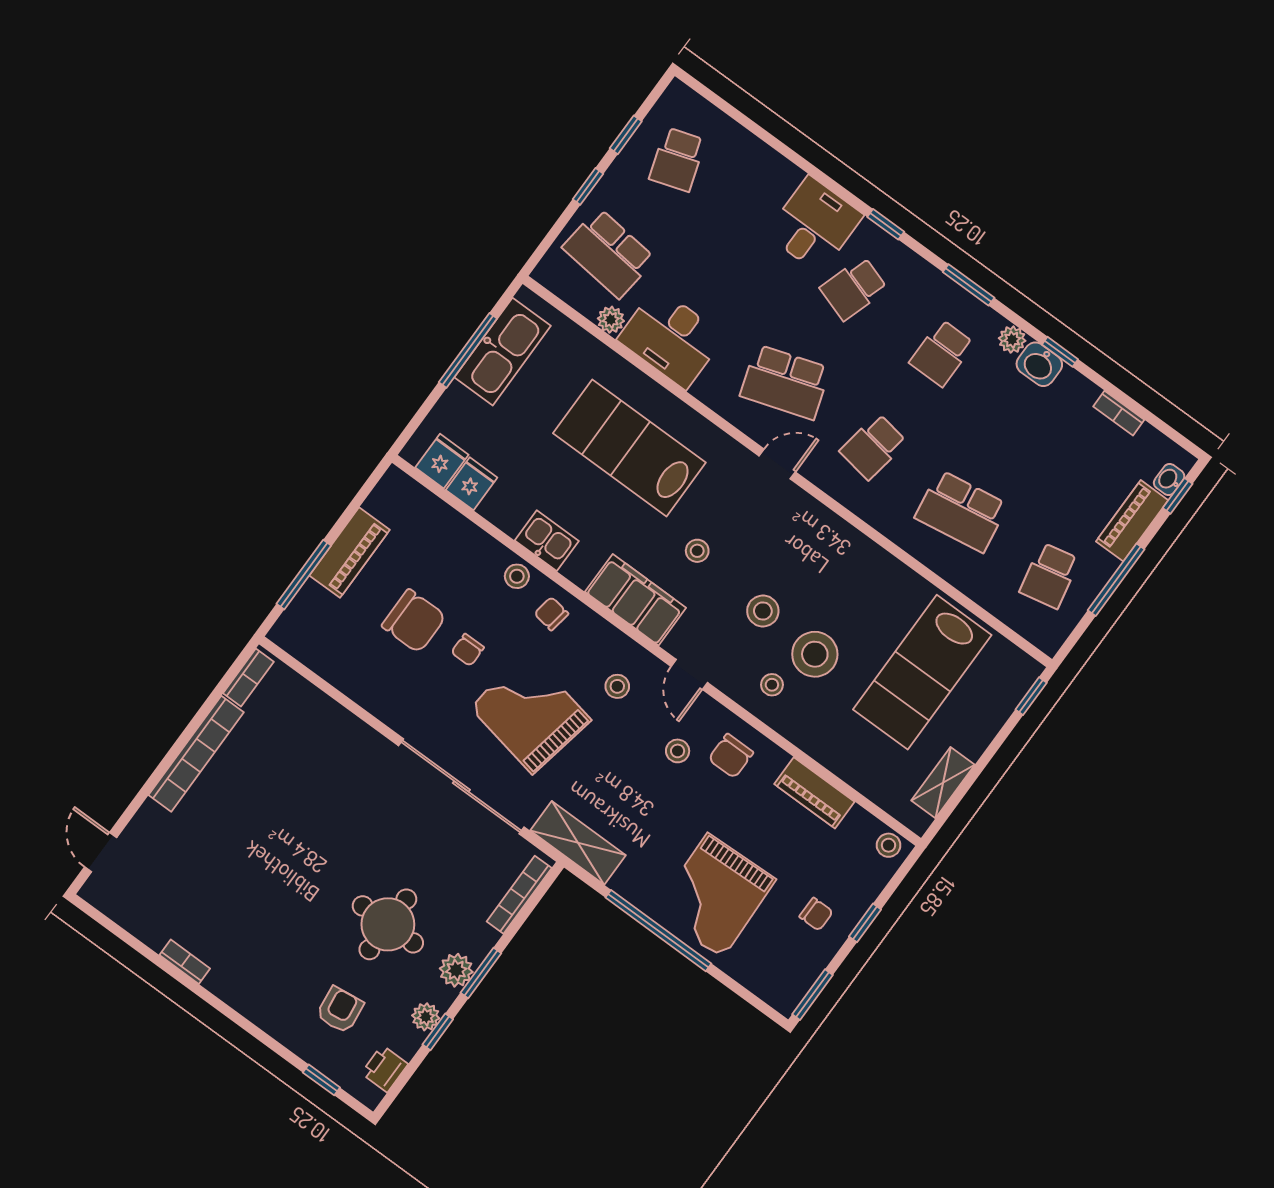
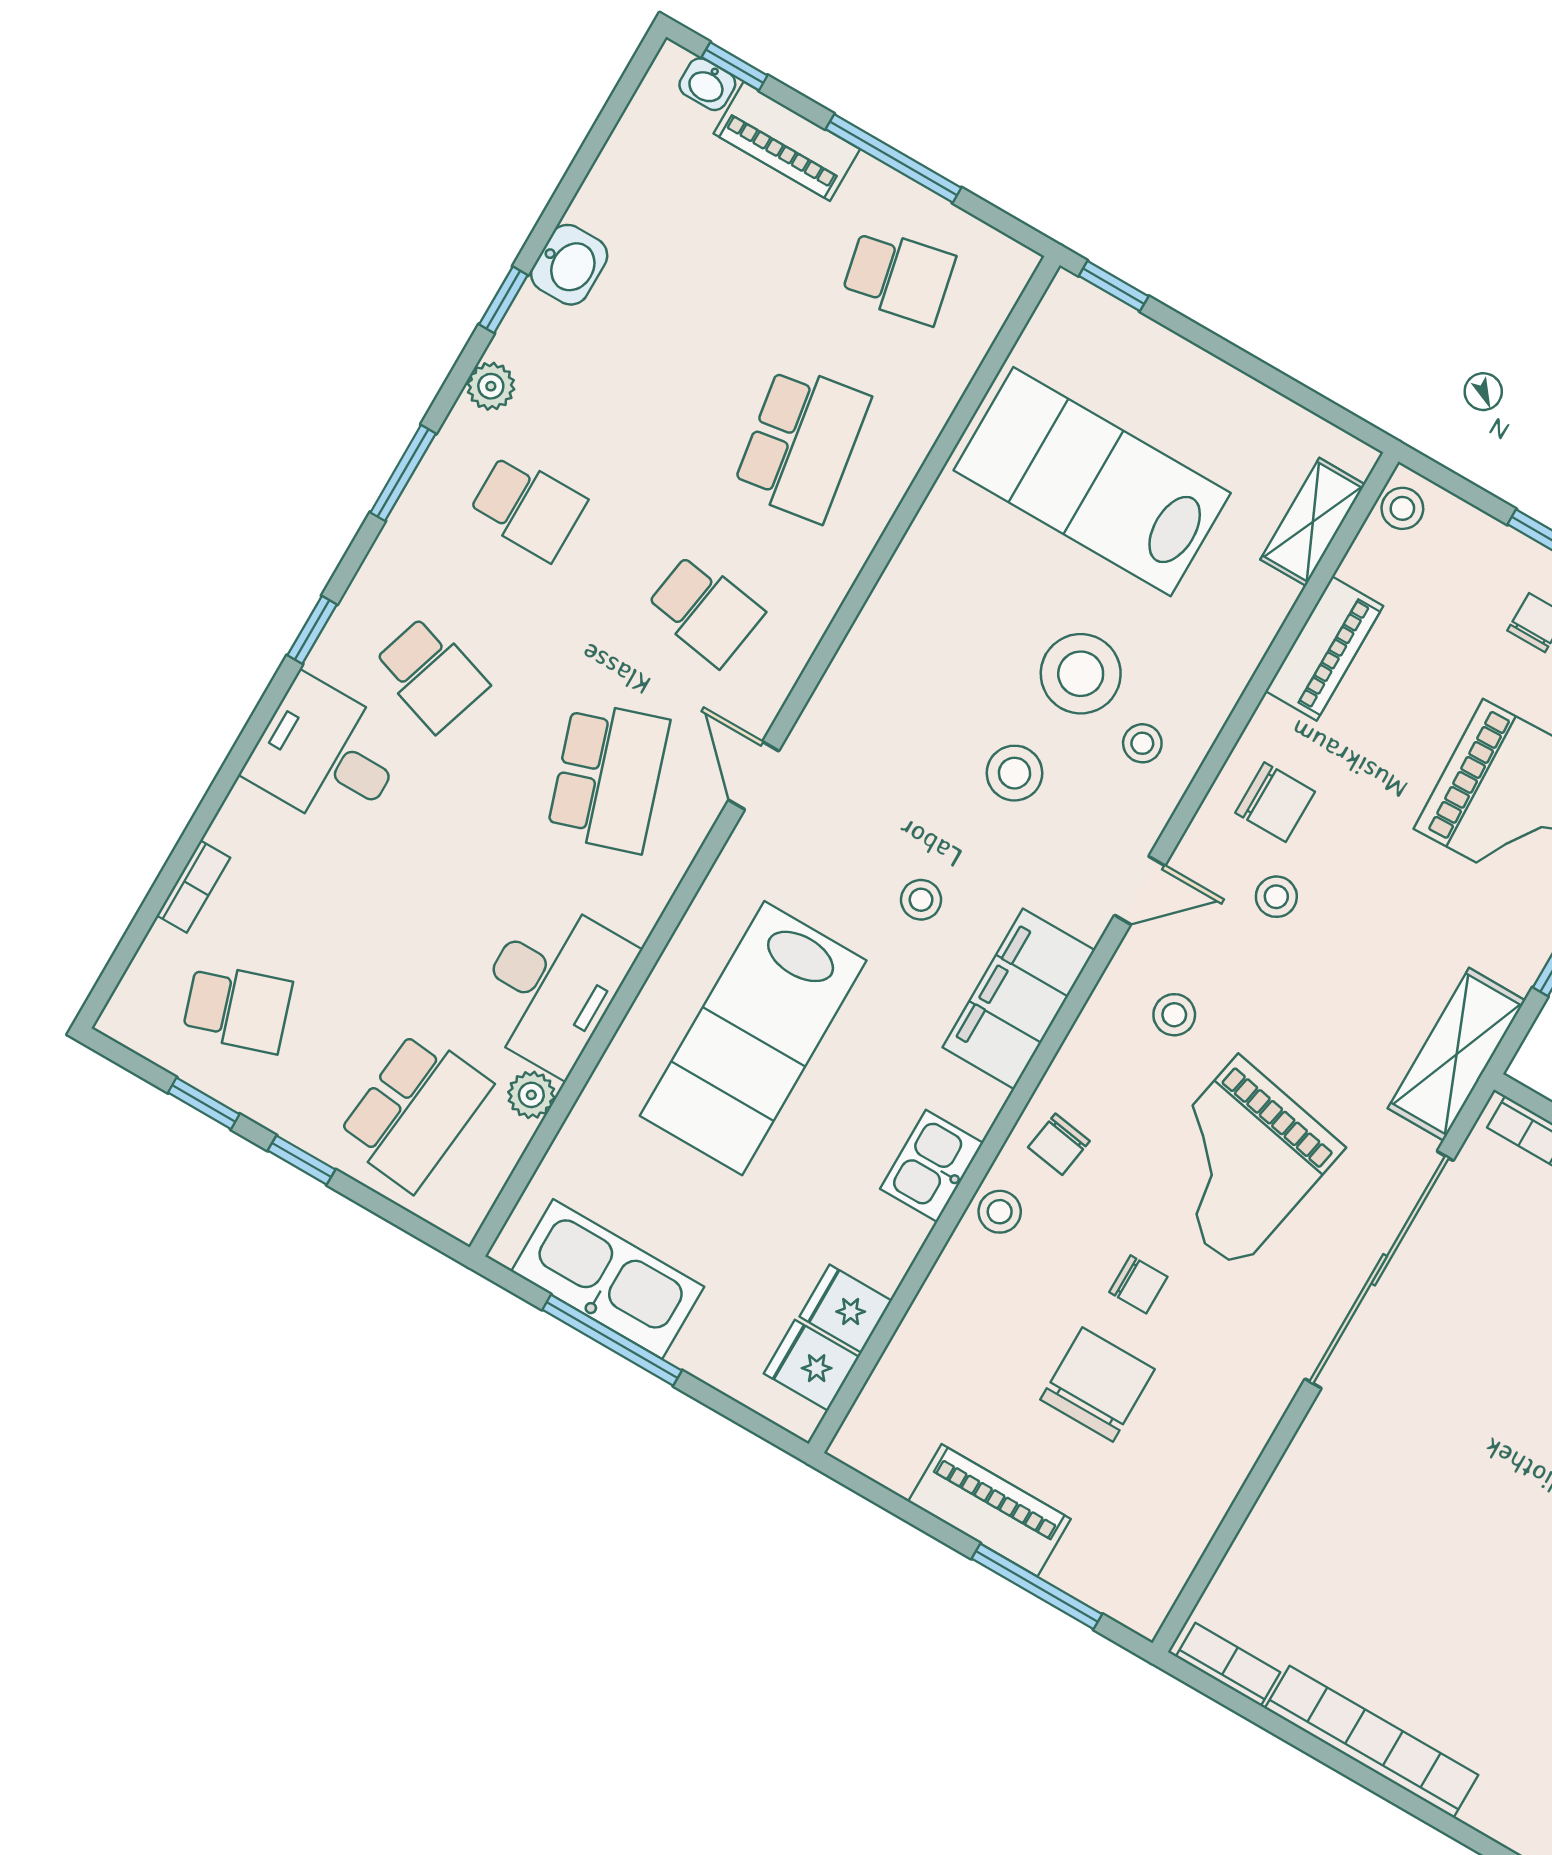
washbasin: (1039, 364) -> (569, 265), moved
bookcase: (1119, 413) -> (193, 887), moved
lab bench: (922, 672) -> (1092, 482), turned 180
shelving: (943, 783) -> (1313, 522), moved, turned 90

